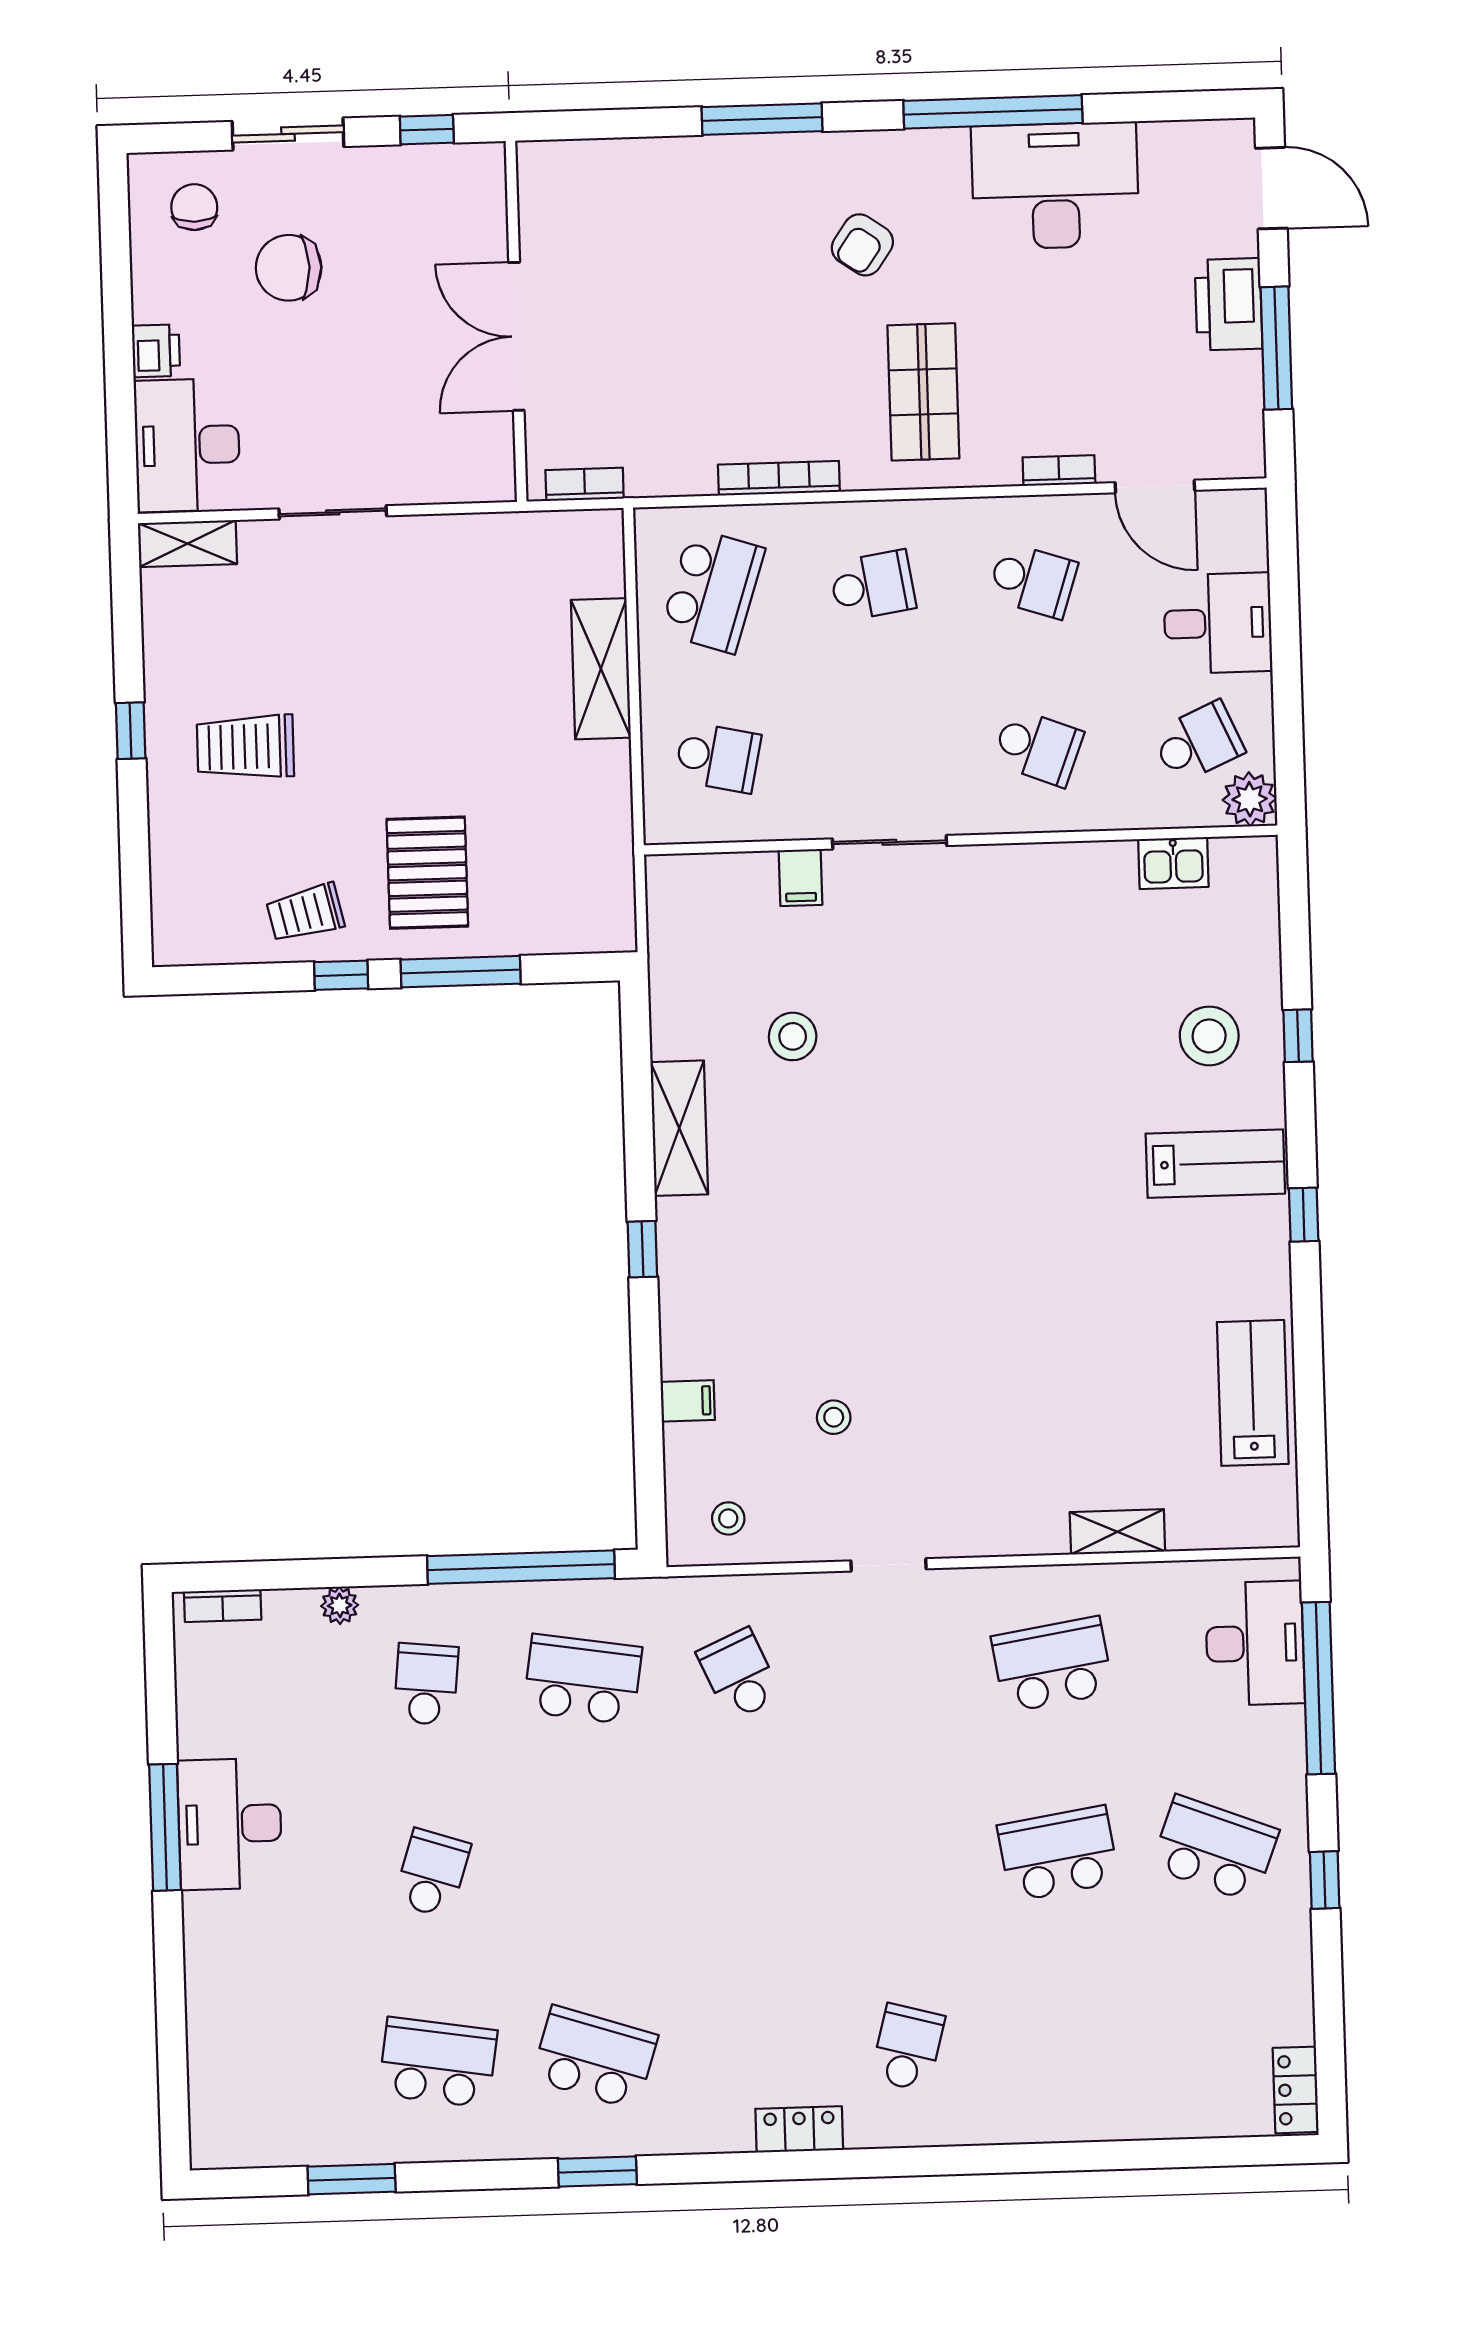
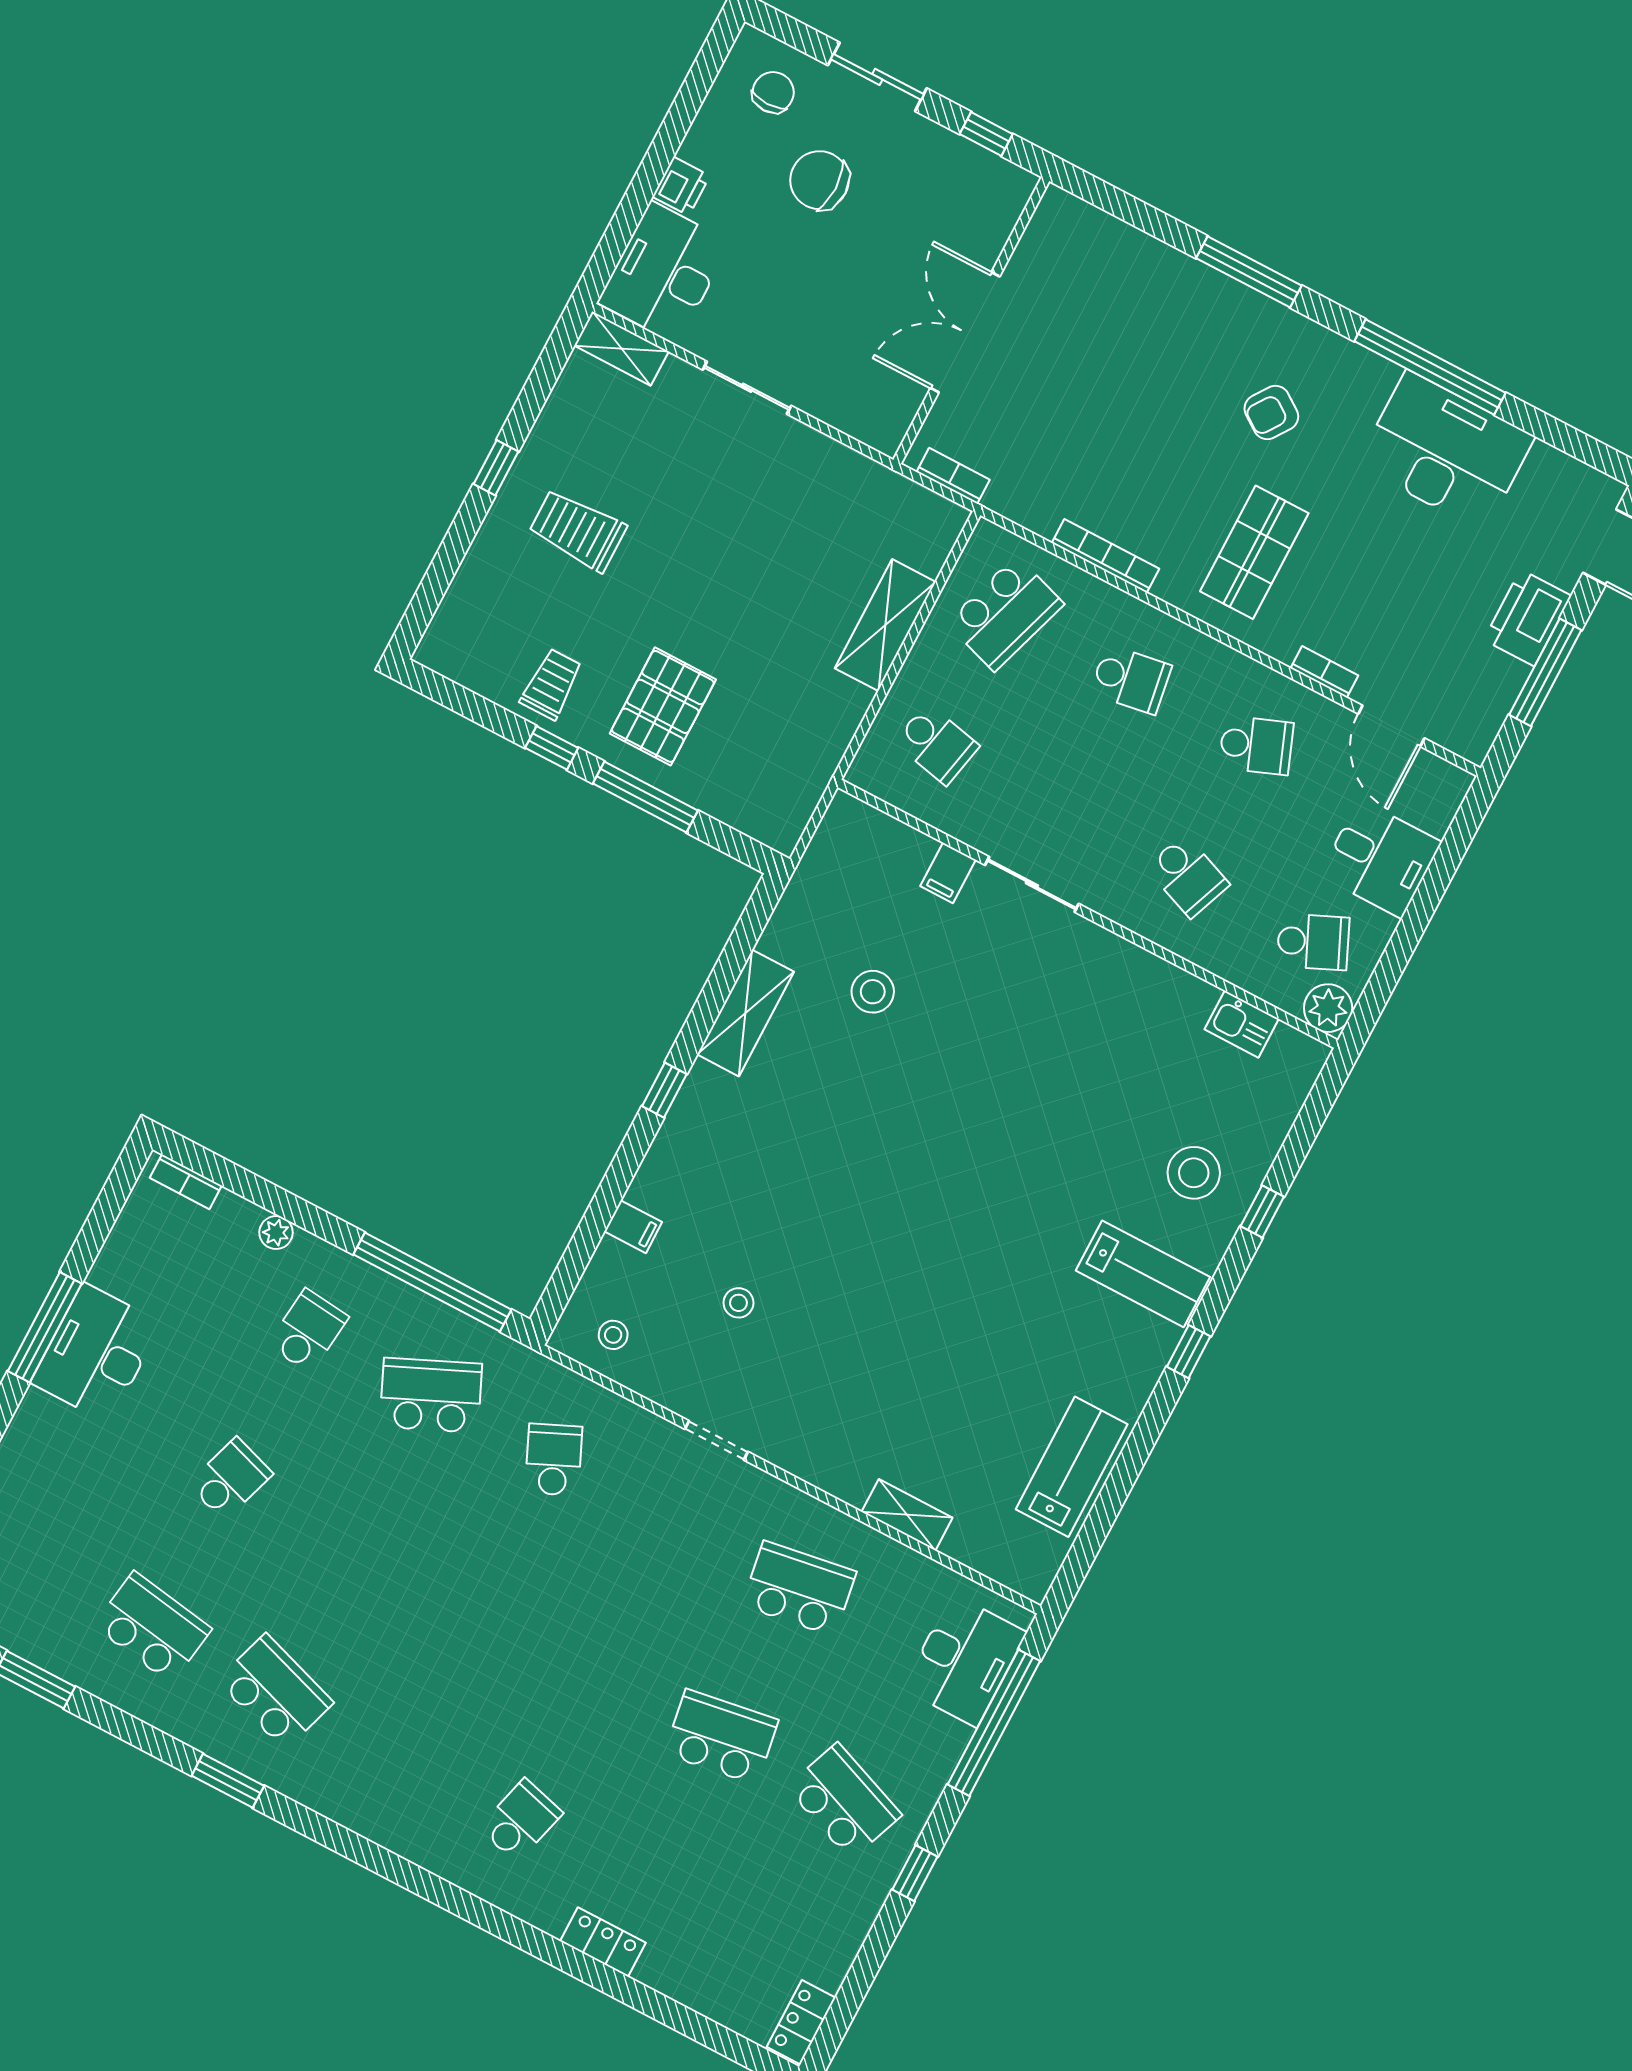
school desk: (1033, 581) -> (1256, 745), turned -39
trolley: (305, 913) -> (551, 684), turned 103
school desk: (583, 1679) -> (431, 1395), turned -33
locker: (799, 2129) -> (603, 1942), moved

